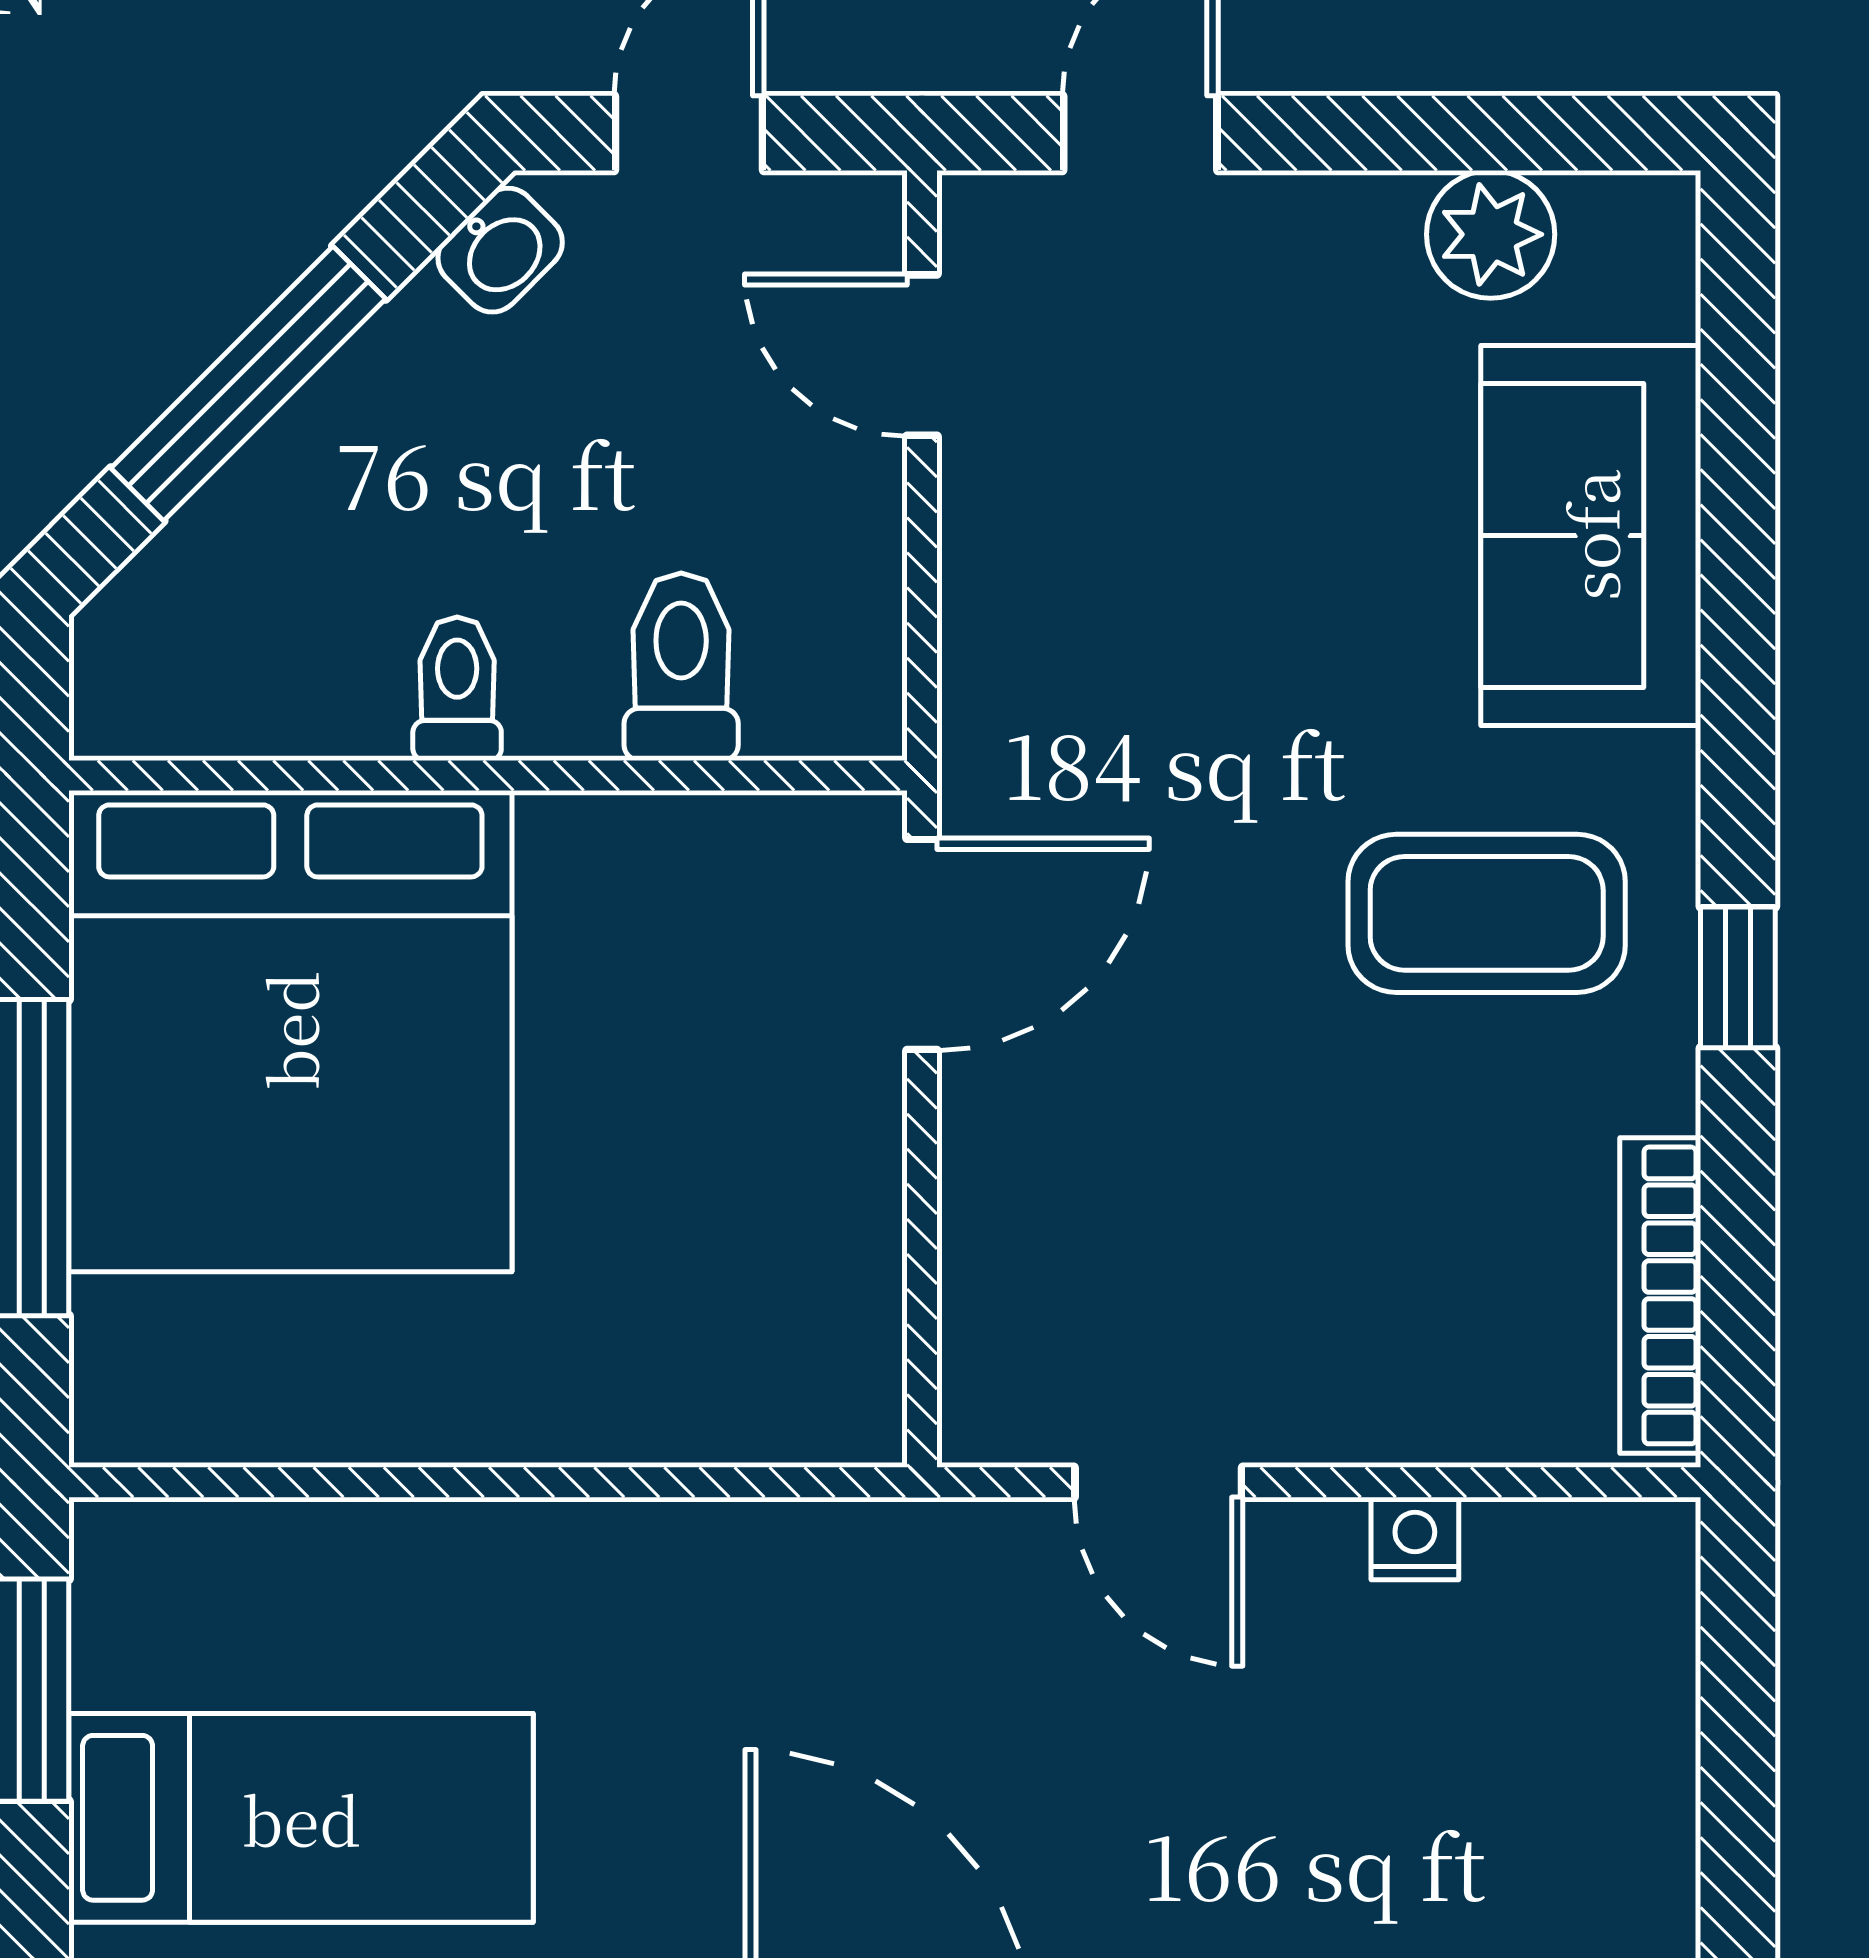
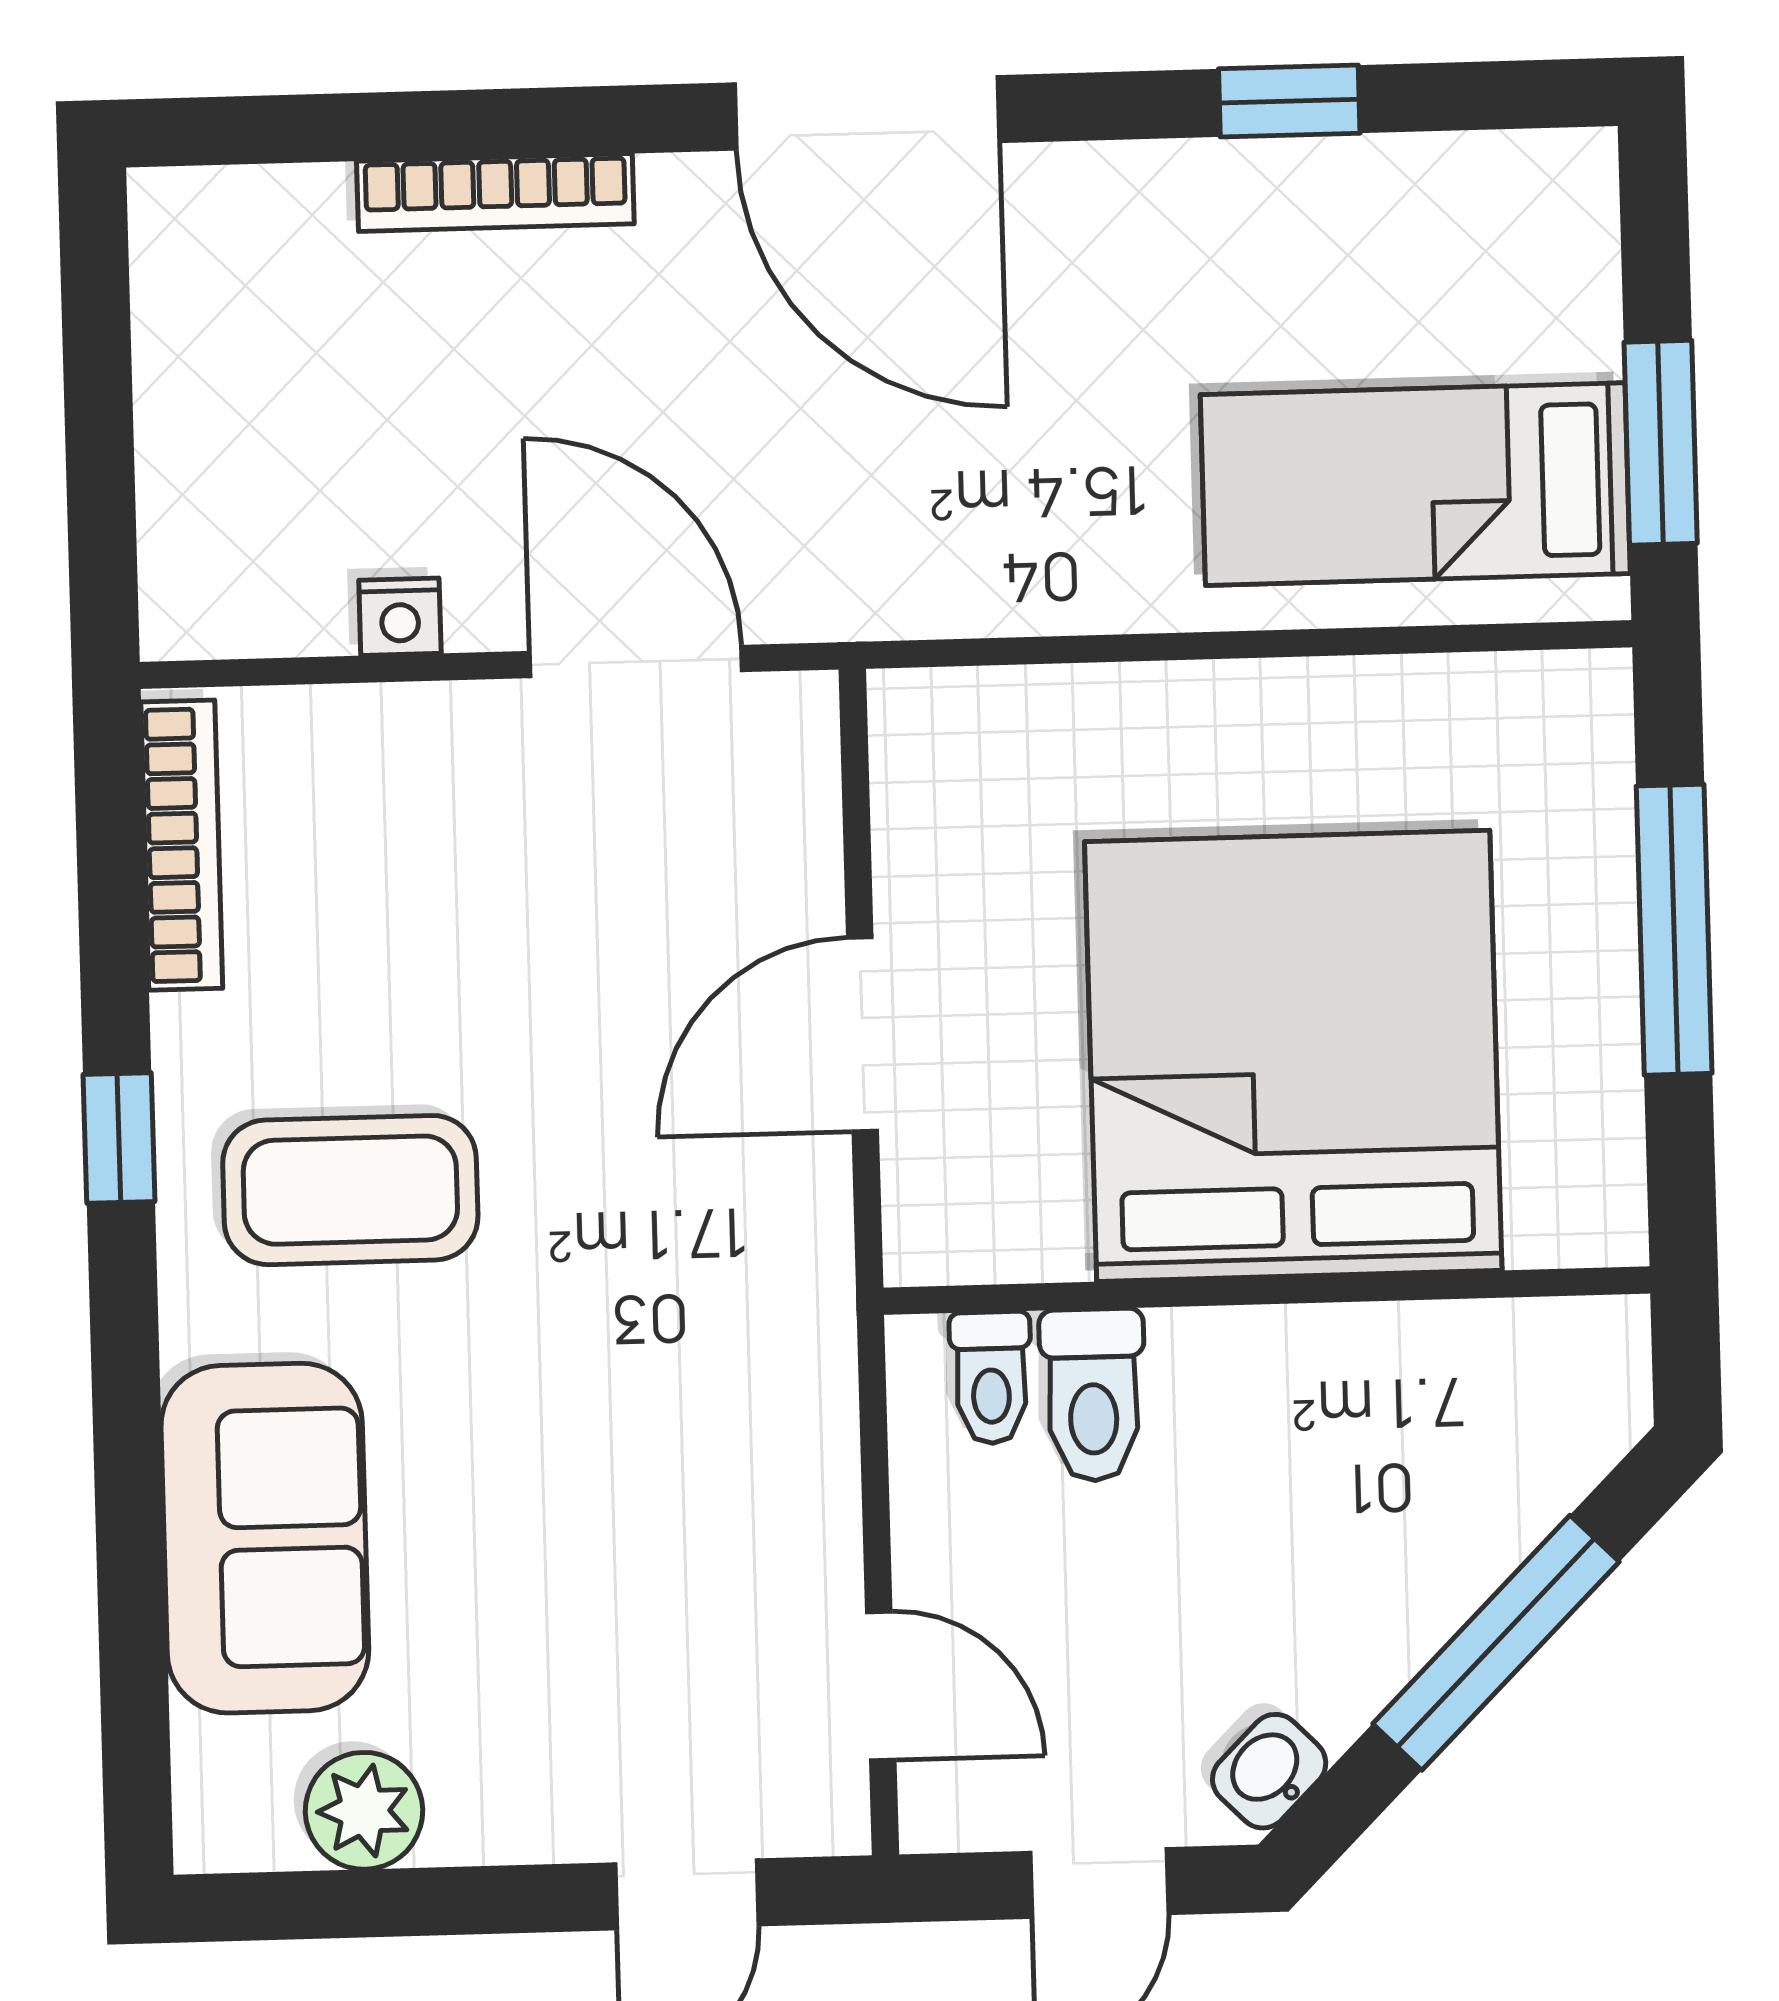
toilet: (457, 689) -> (991, 1378), moved
door: (922, 944) -> (863, 1034), moved
bed: (290, 1031) -> (1293, 1056), moved
door: (1158, 1482) -> (636, 662), width x1.38
bed: (301, 1818) -> (1415, 484), moved

